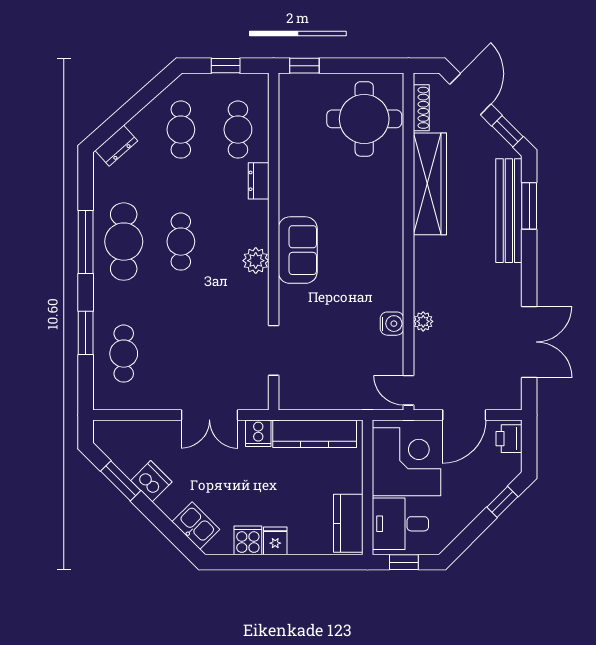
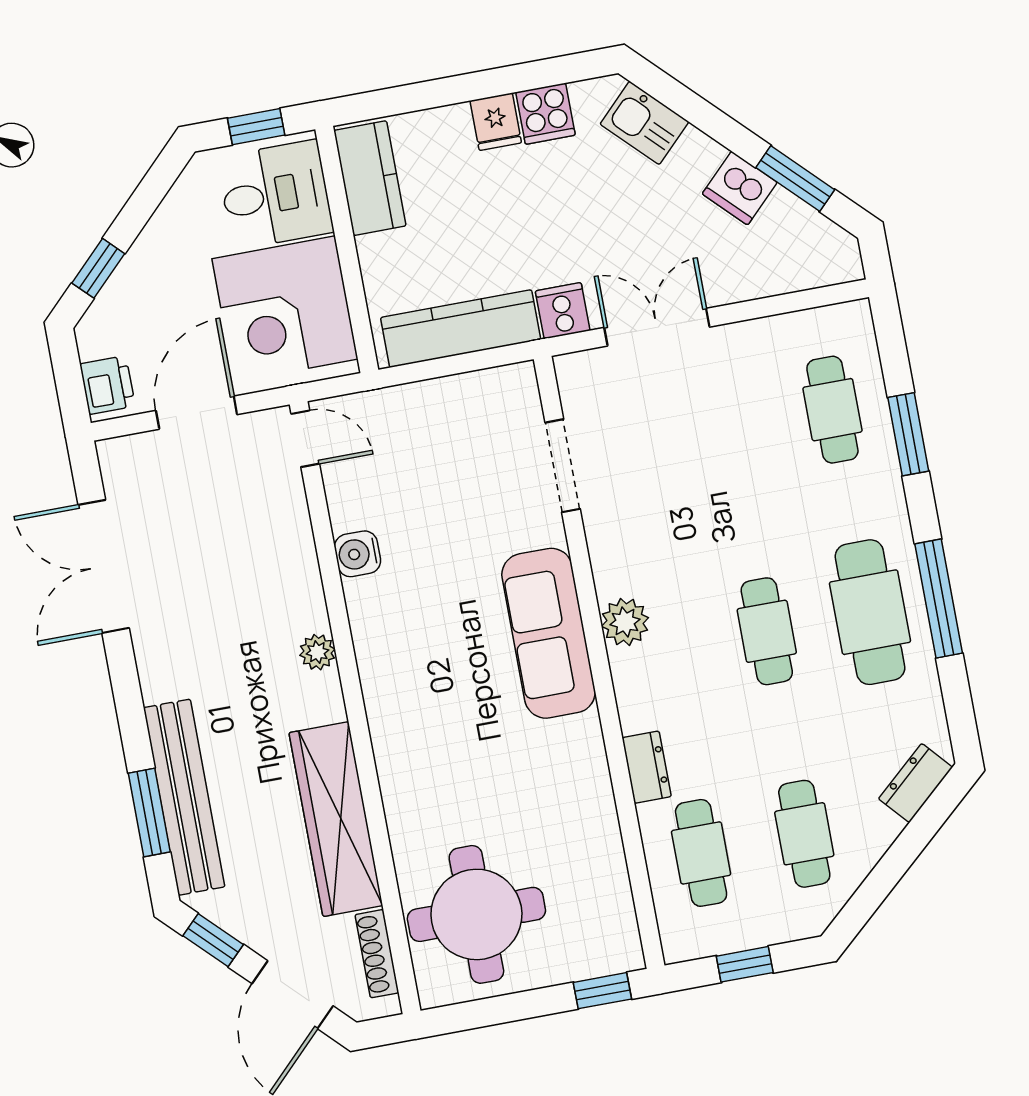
sofa: (298, 250) -> (549, 633), width x1.36
plant: (423, 321) -> (317, 652), moved

